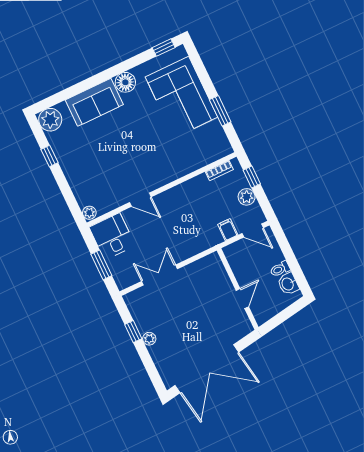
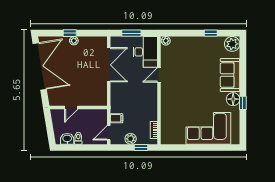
window: (164, 48) -> (243, 103), moved
window: (220, 111) -> (189, 147), removed
desk: (112, 236) -> (145, 52), width x1.37
double door: (159, 275) -> (109, 65), width x1.37
door: (242, 299) -> (71, 107), hinge flipped
window: (133, 332) -> (70, 33), moved
double door: (207, 369) -> (40, 66), swing flipped

